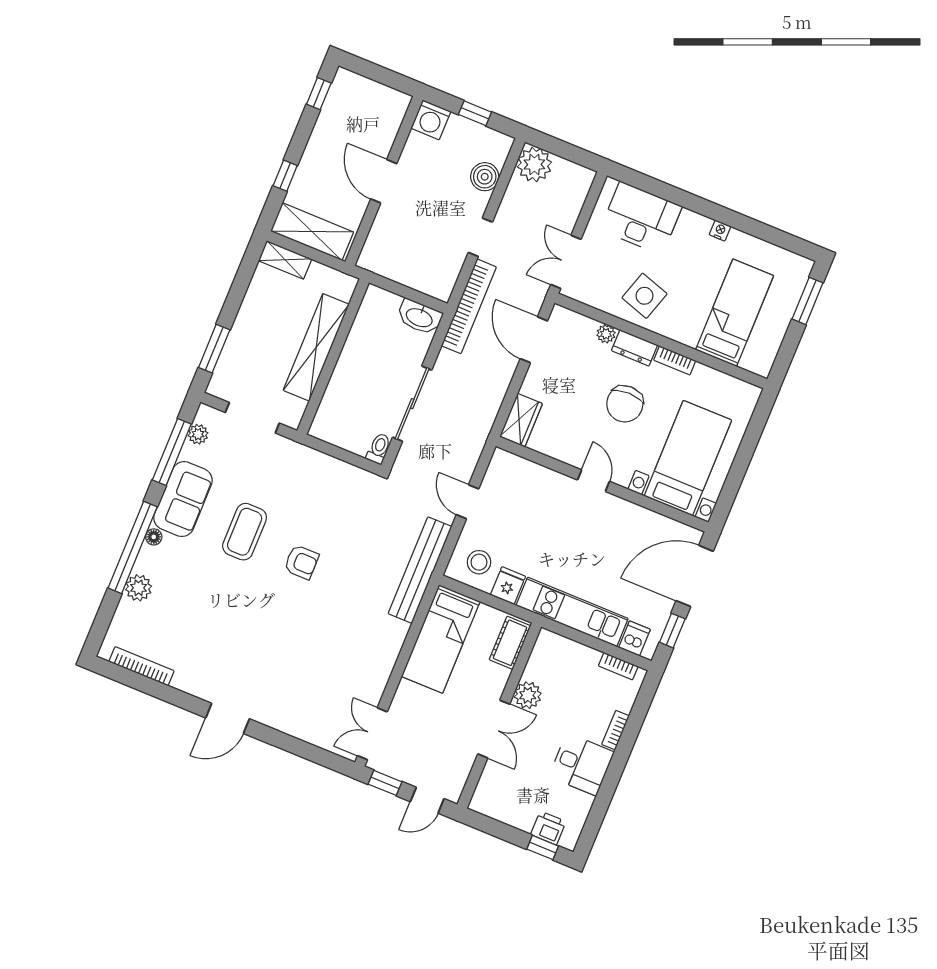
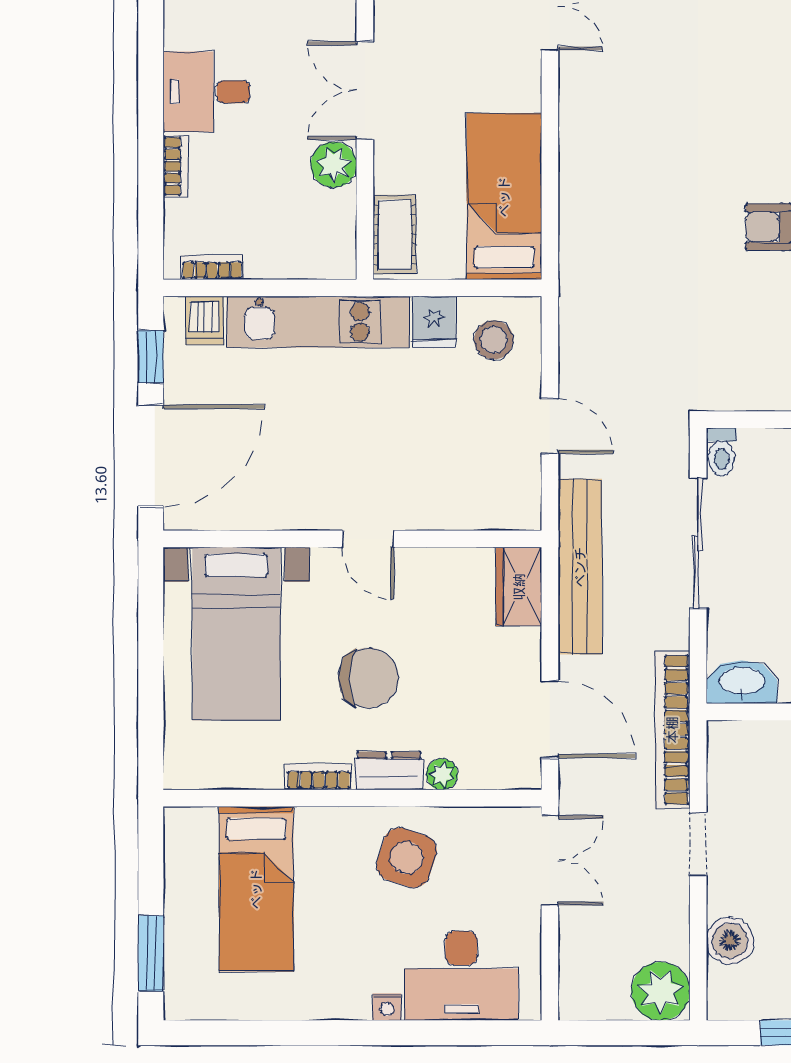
nightstand: (720, 230) -> (387, 1007), moved
chair: (625, 404) -> (368, 678), turned 90
bench: (420, 570) -> (580, 567), moved

